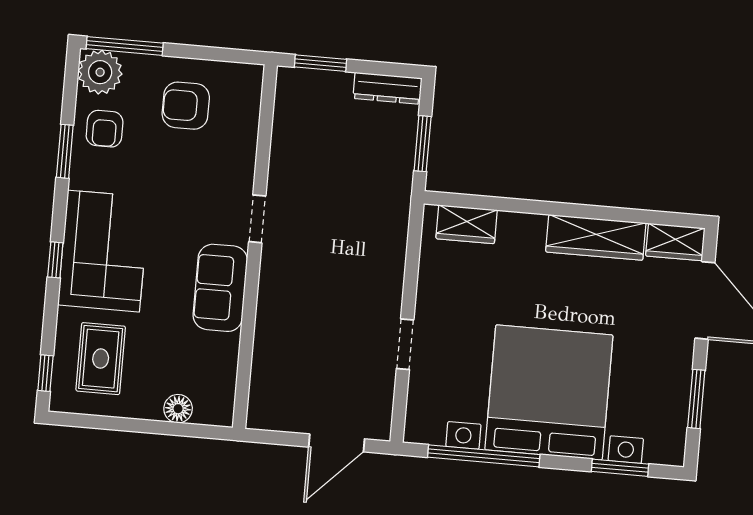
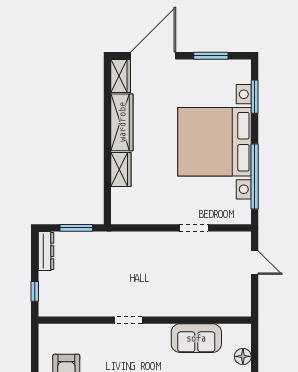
window: (320, 63) -> (35, 291), width x0.67
wardrobe: (467, 224) -> (121, 169), moved
sofa: (220, 288) -> (196, 338), moved
door: (337, 443) -> (255, 263), width x0.73

